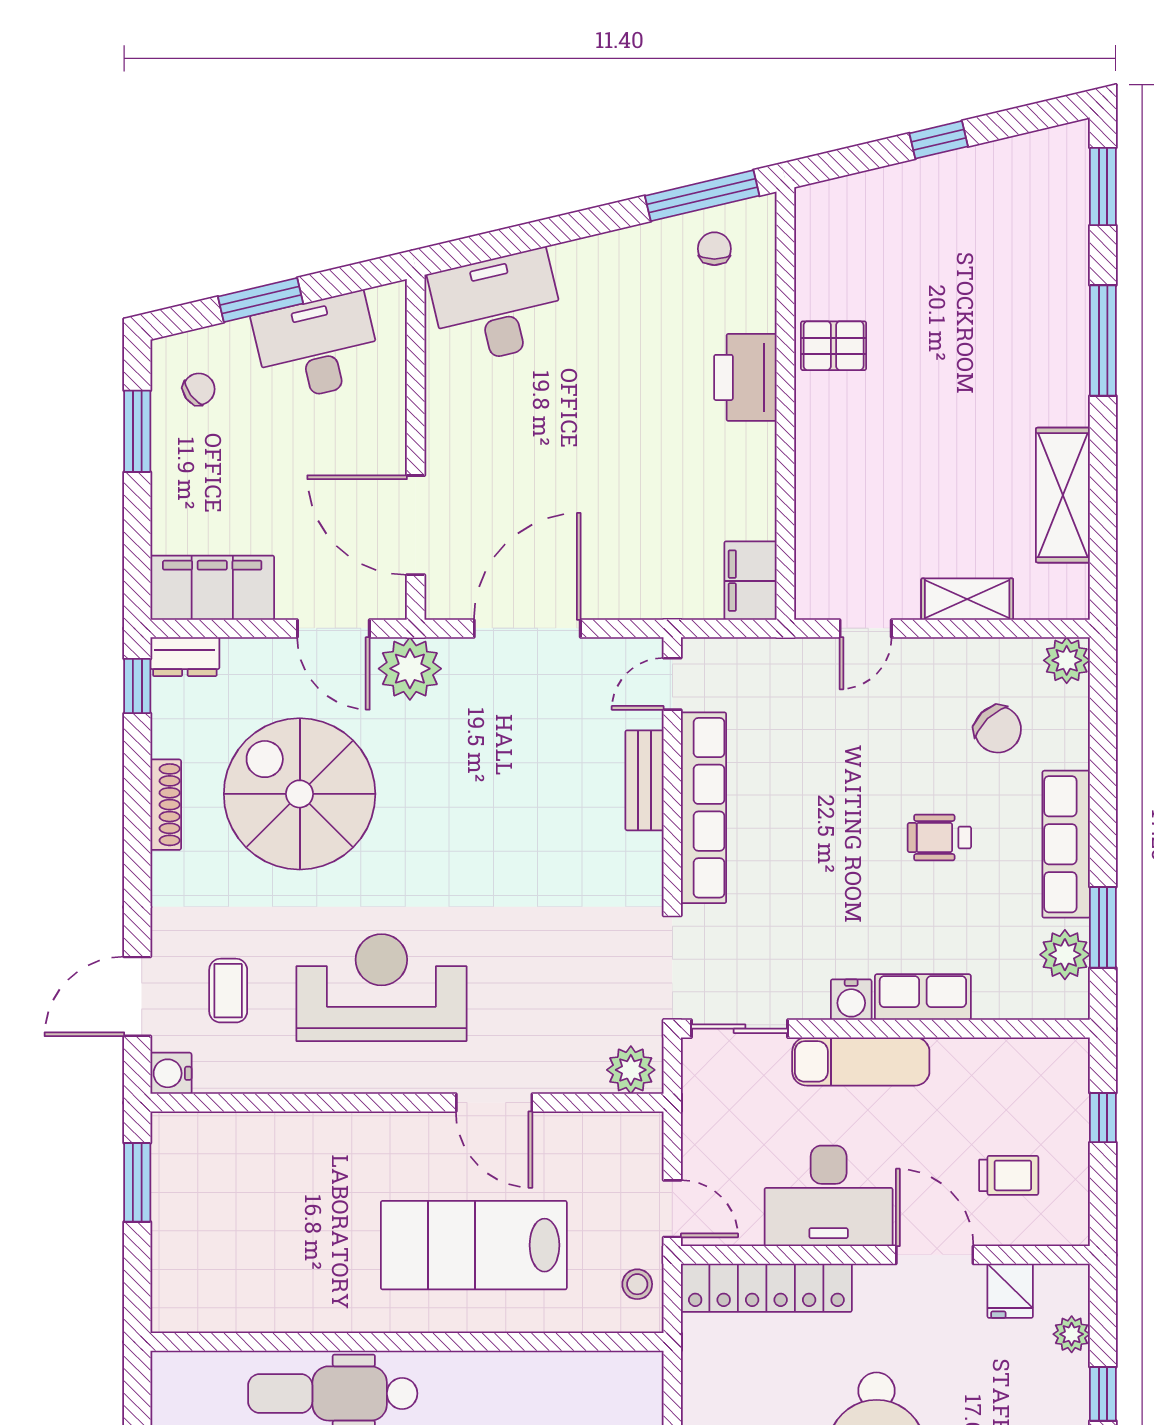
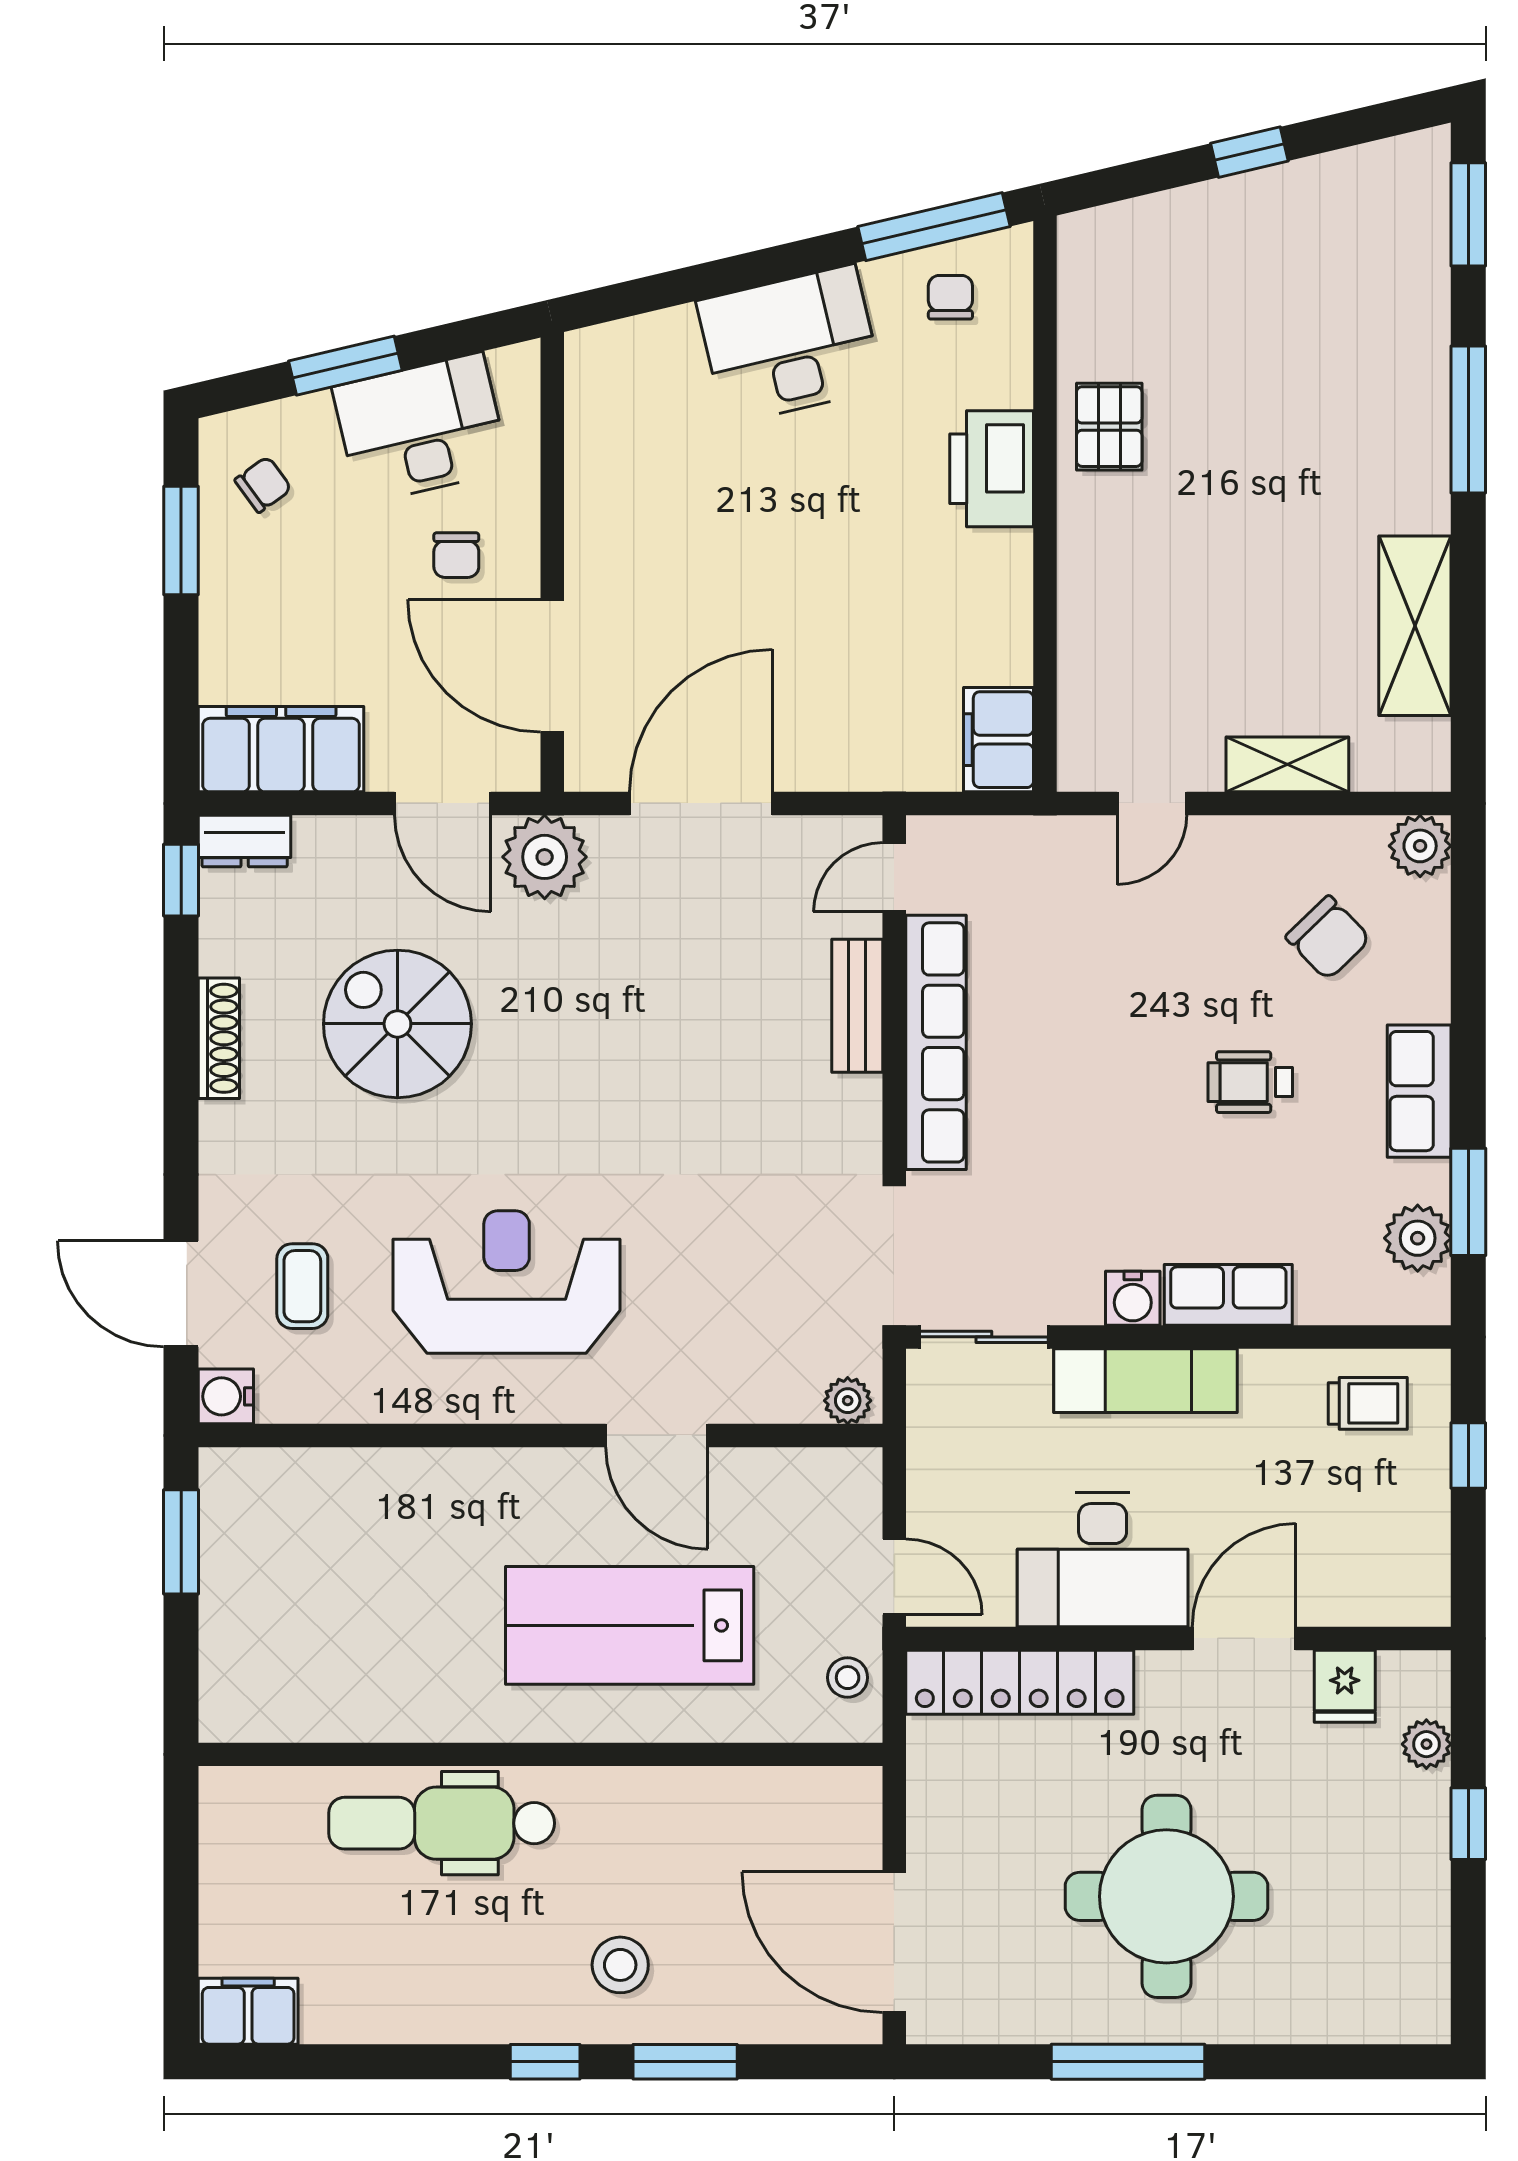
desk: (497, 307) -> (790, 345), moved
pallet: (834, 346) -> (1109, 427), turned 90
chair: (344, 442) -> (456, 555), added
spiral stairs: (300, 794) -> (397, 1024), width x0.73, depth x0.73
row of seats: (1066, 844) -> (1419, 1091), width x0.68
door: (137, 996) -> (181, 1294), hinge flipped
plant: (631, 1070) -> (848, 1401), width x0.73, depth x0.73
trolley: (1009, 1175) -> (1368, 1403), moved
door: (935, 1255) -> (1244, 1638), hinge flipped

